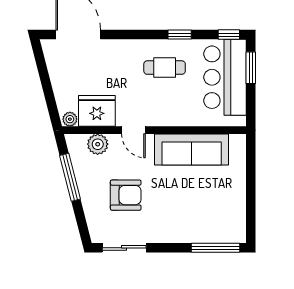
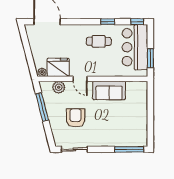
window: (251, 68) -> (150, 58), moved
sofa: (192, 149) -> (109, 90), width x0.73
armchair: (126, 195) -> (75, 118), turned -90

